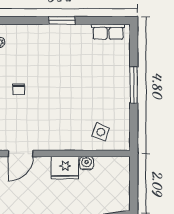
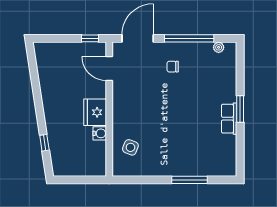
row of seats: (108, 32) -> (229, 119), moved
window: (134, 85) -> (189, 180), moved

